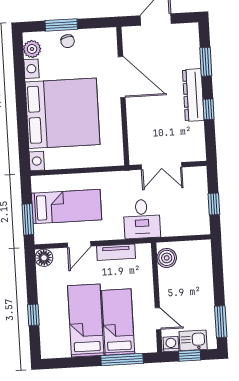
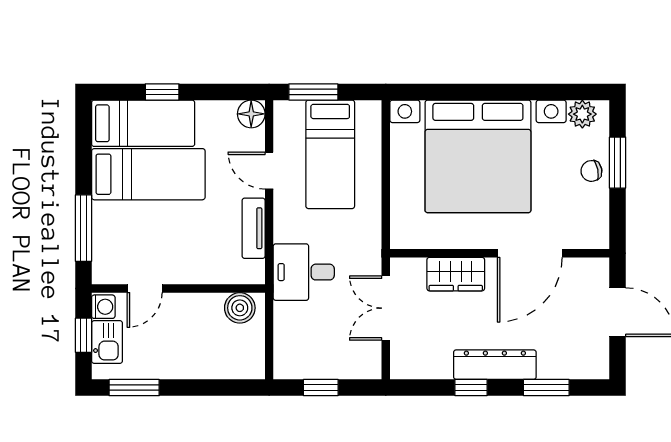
wardrobe: (138, 123) -> (456, 274), added
bed: (118, 322) -> (143, 123), moved

